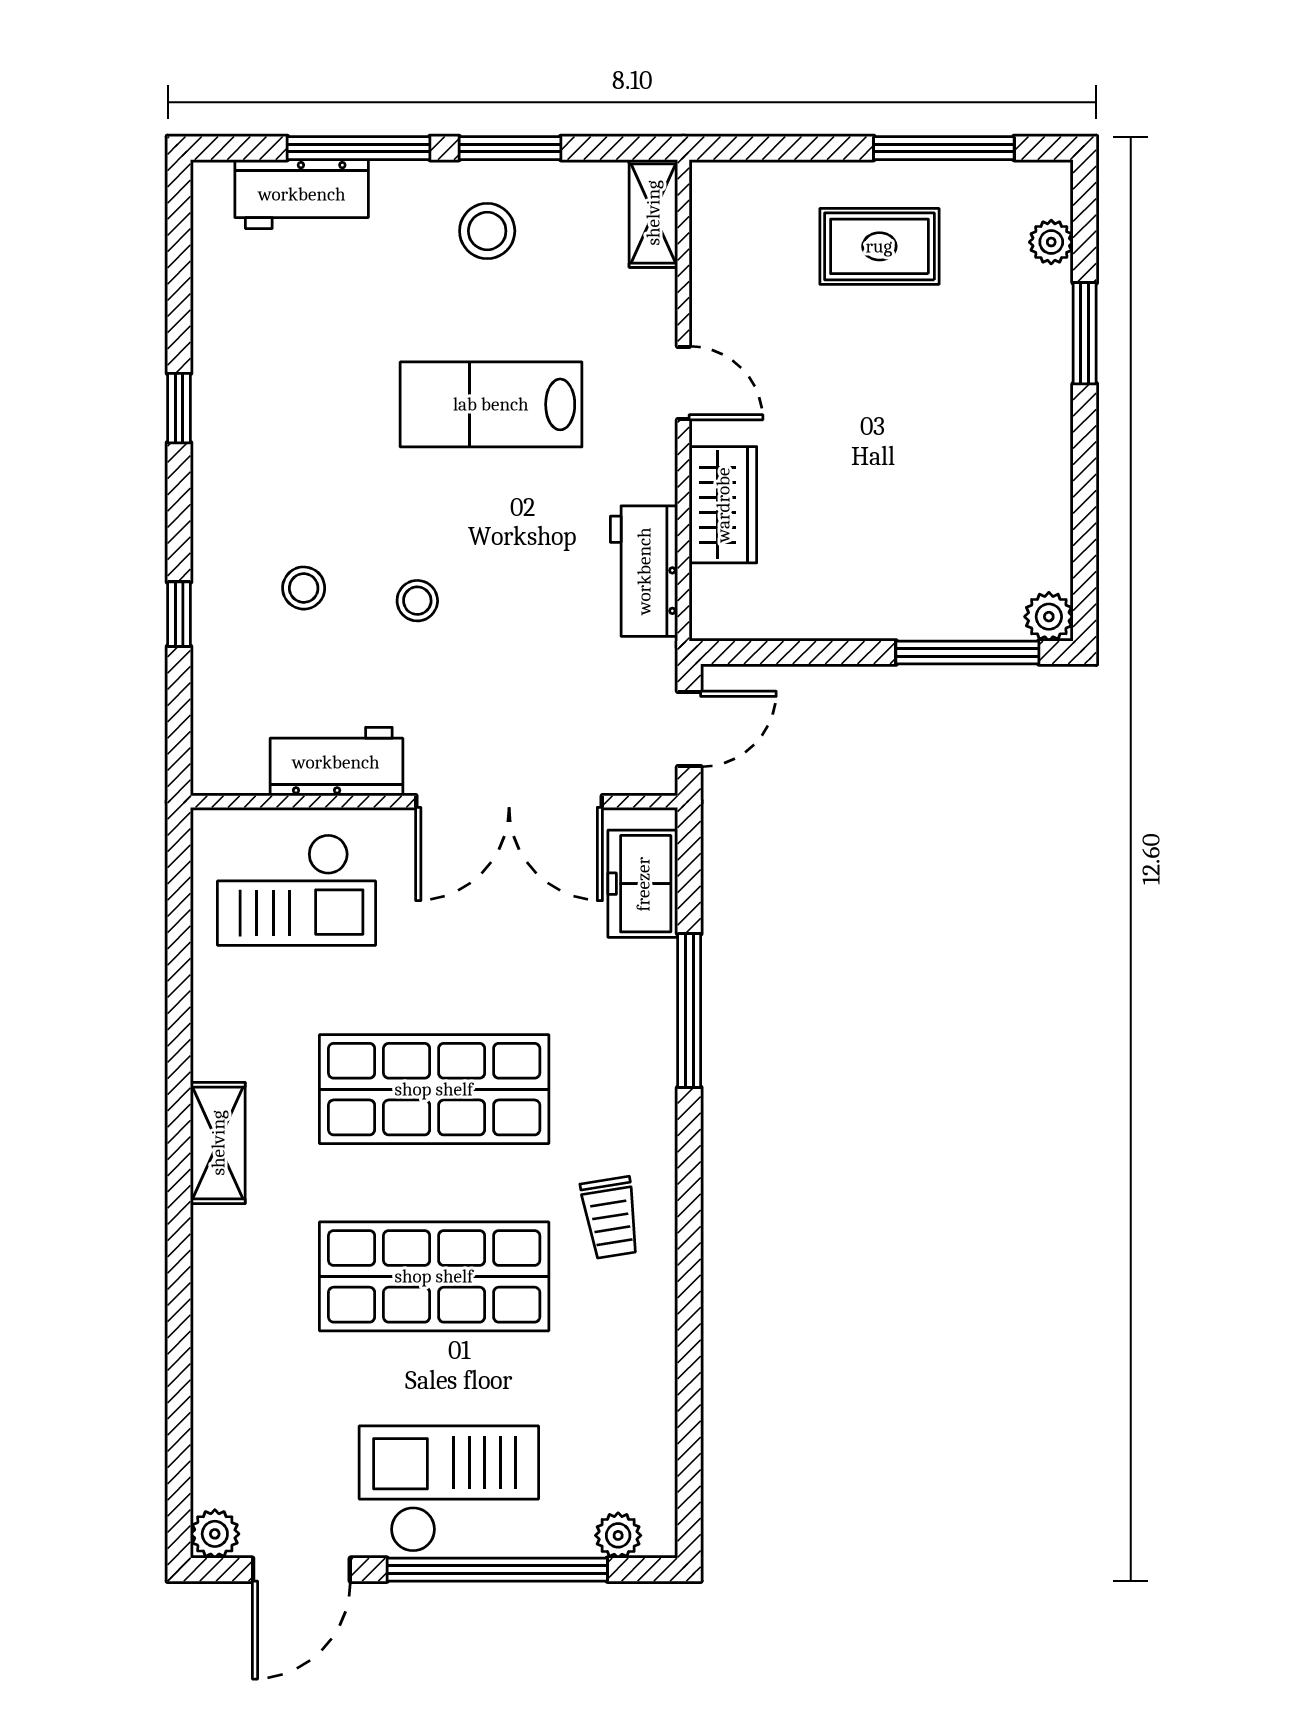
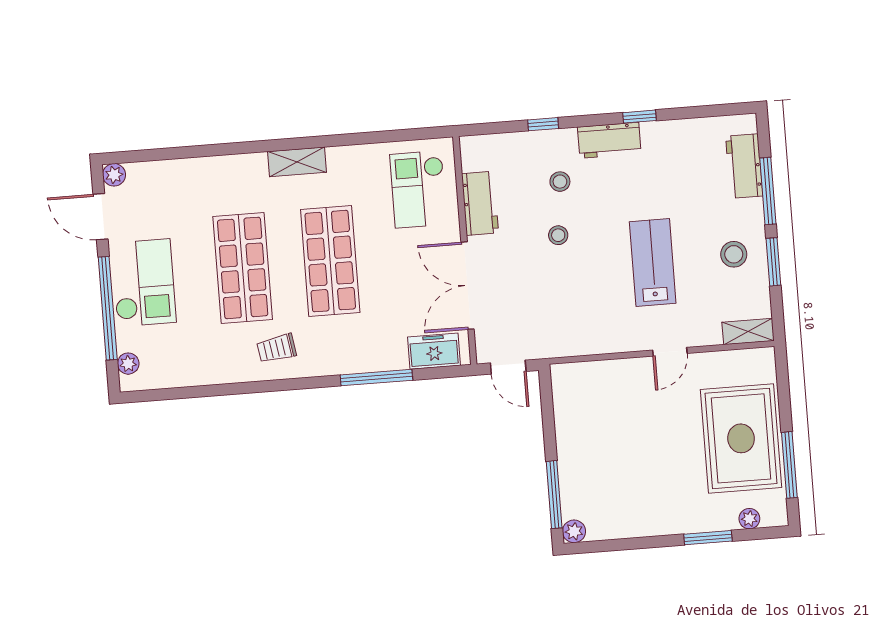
rug: (879, 246) -> (741, 438), width x1.86, depth x2.06
wardrobe: (723, 505) -> (614, 375), removed
workbench: (644, 571) -> (609, 140), moved, turned 180

